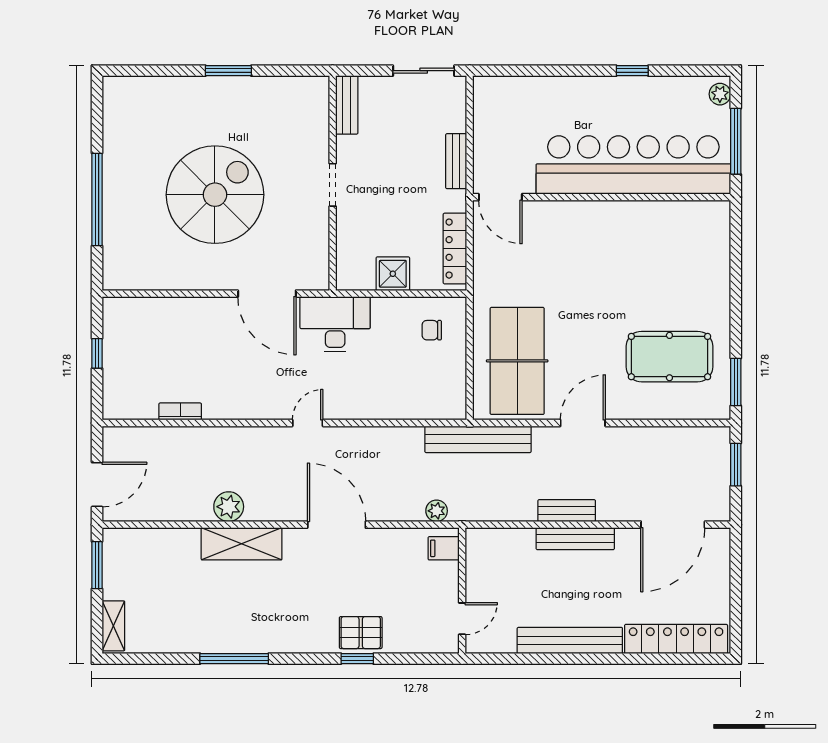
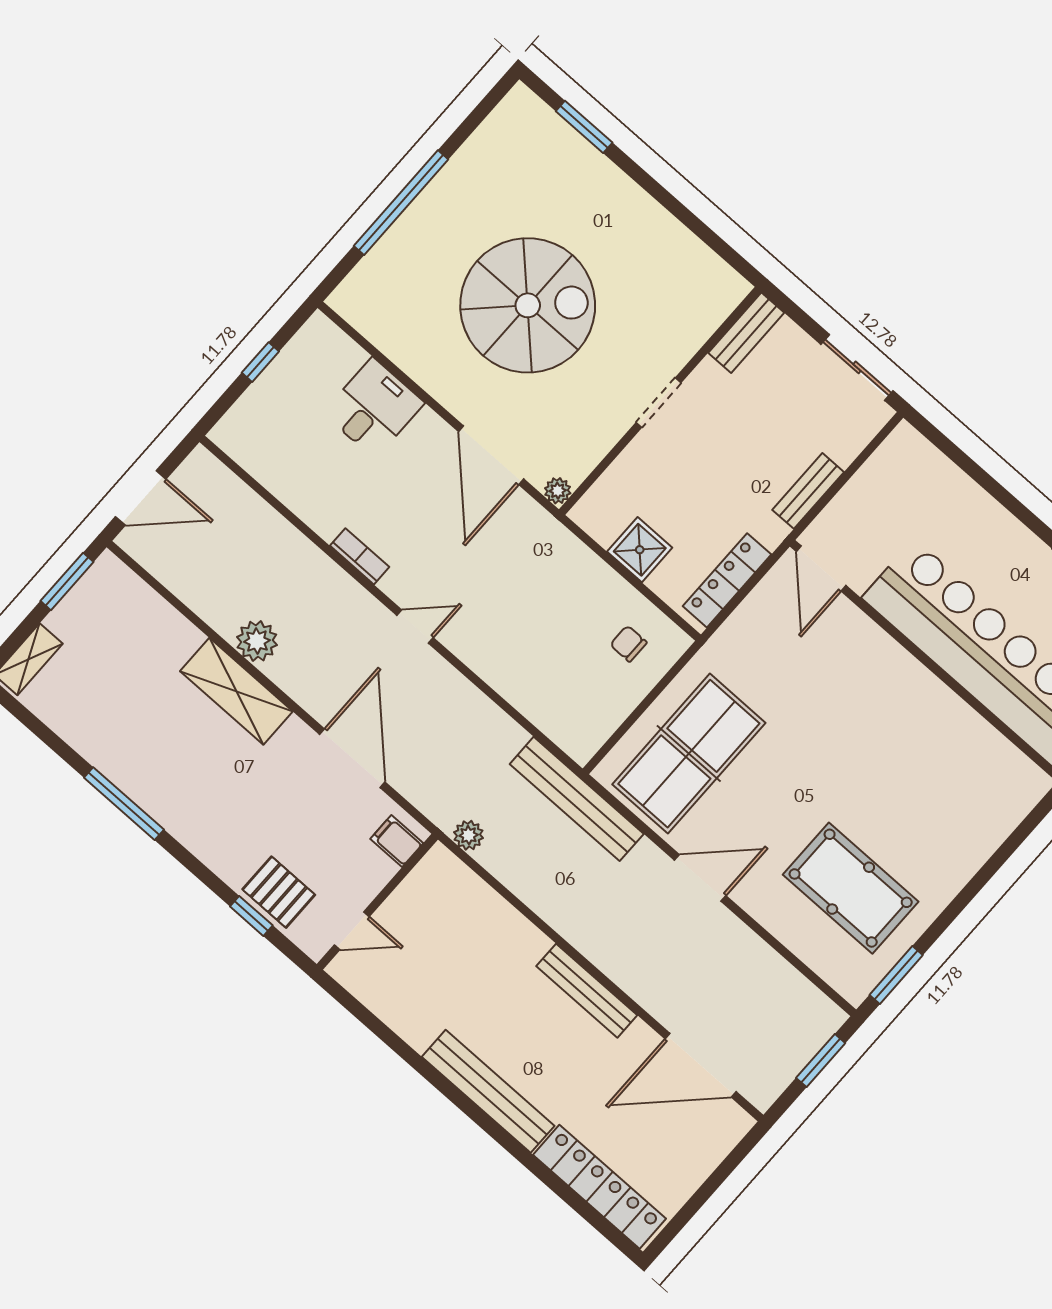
window: (228, 71) -> (584, 127), moved
plant: (320, 281) -> (558, 491), added
desk: (335, 324) -> (374, 408), moved, width x0.73
bookcase: (180, 411) -> (360, 556), moved
bench: (567, 511) -> (603, 954), removed
filing cabinet: (444, 548) -> (397, 841), moved
wall: (462, 591) -> (377, 902), moved
door: (462, 619) -> (352, 931), moved

